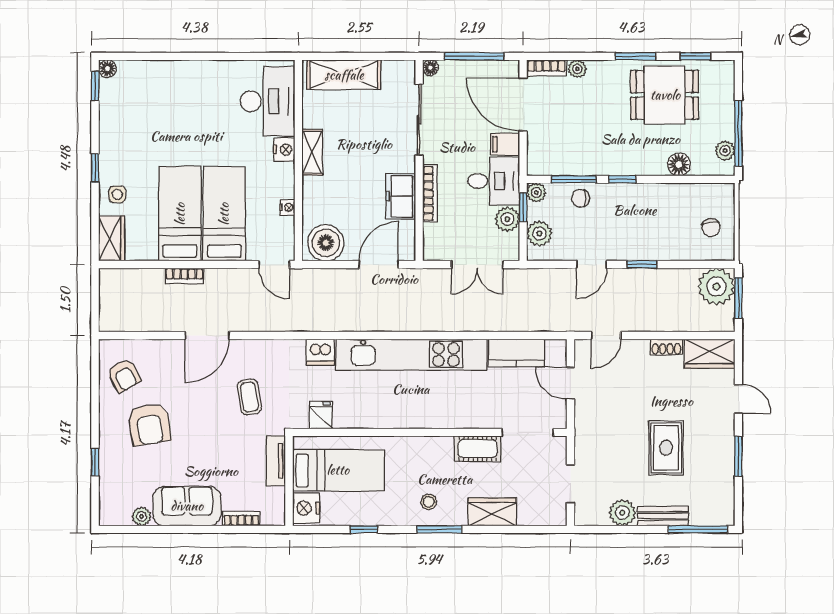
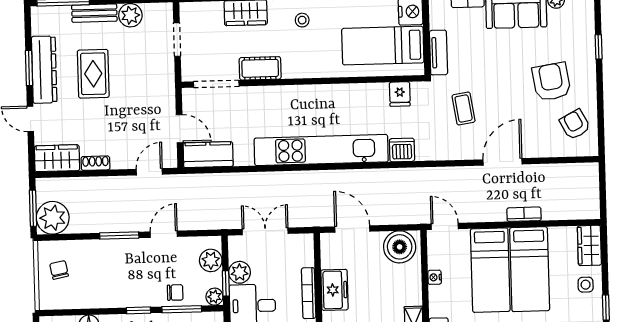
door: (379, 264) -> (352, 229), swing flipped
window: (642, 264) -> (119, 235), width x1.50
kitchen counter: (517, 353) -> (208, 155), moved
dresser: (721, 454) -> (44, 70), added

